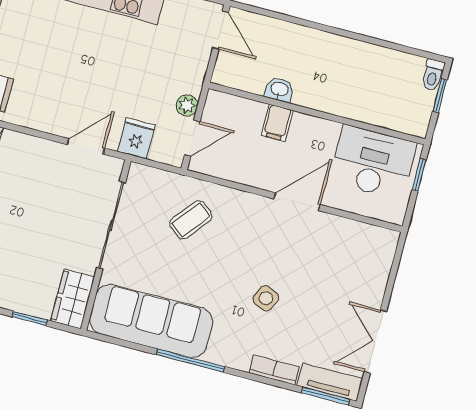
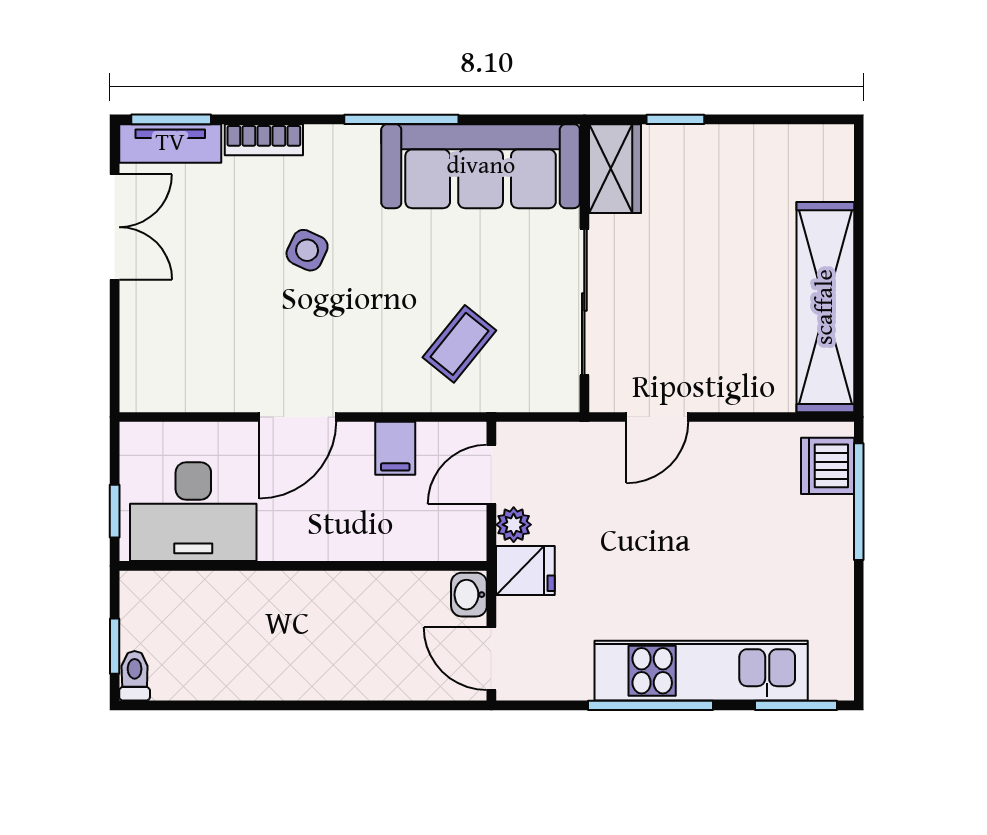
washbasin: (279, 90) -> (469, 595), moved, turned 90
filing cabinet: (277, 123) -> (395, 448), moved, turned 180
fridge: (136, 138) -> (525, 571), moved, turned -90

